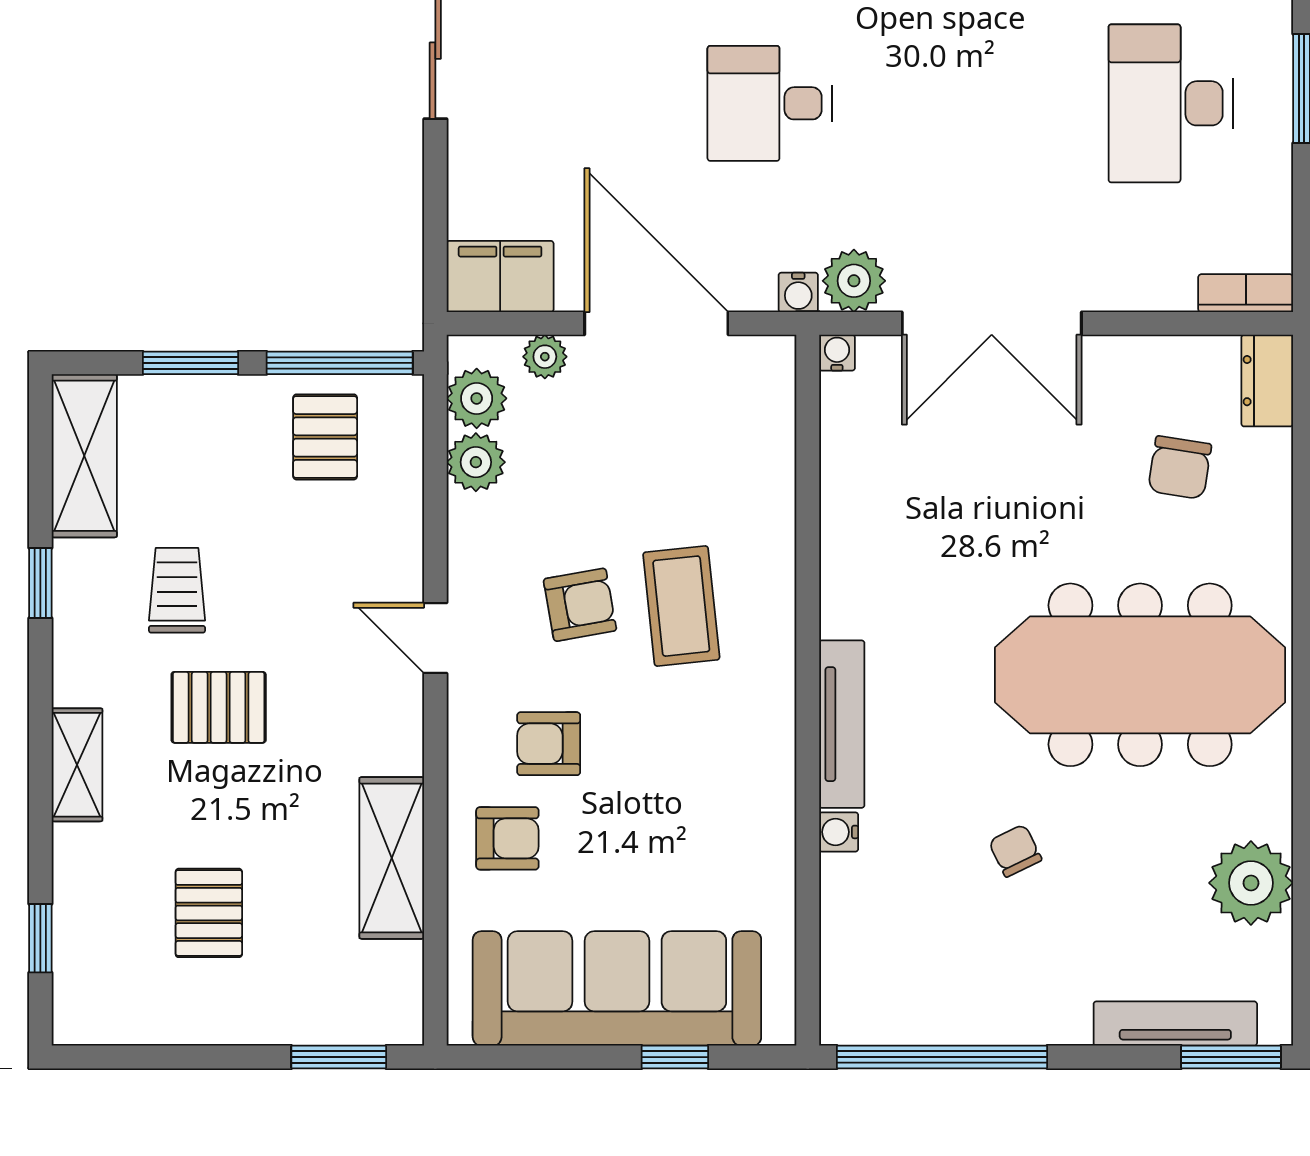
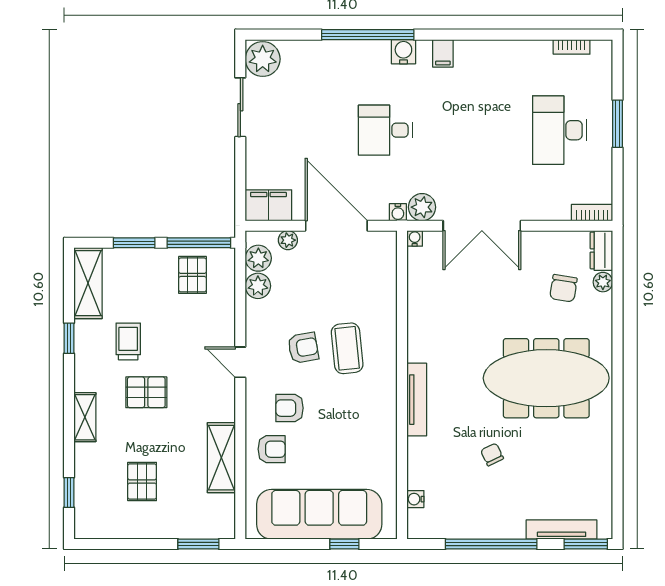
water cooler: (839, 832) -> (415, 499), moved
plant: (1251, 883) -> (603, 282), moved, width x0.53, depth x0.53
window: (942, 1057) -> (491, 544), moved

